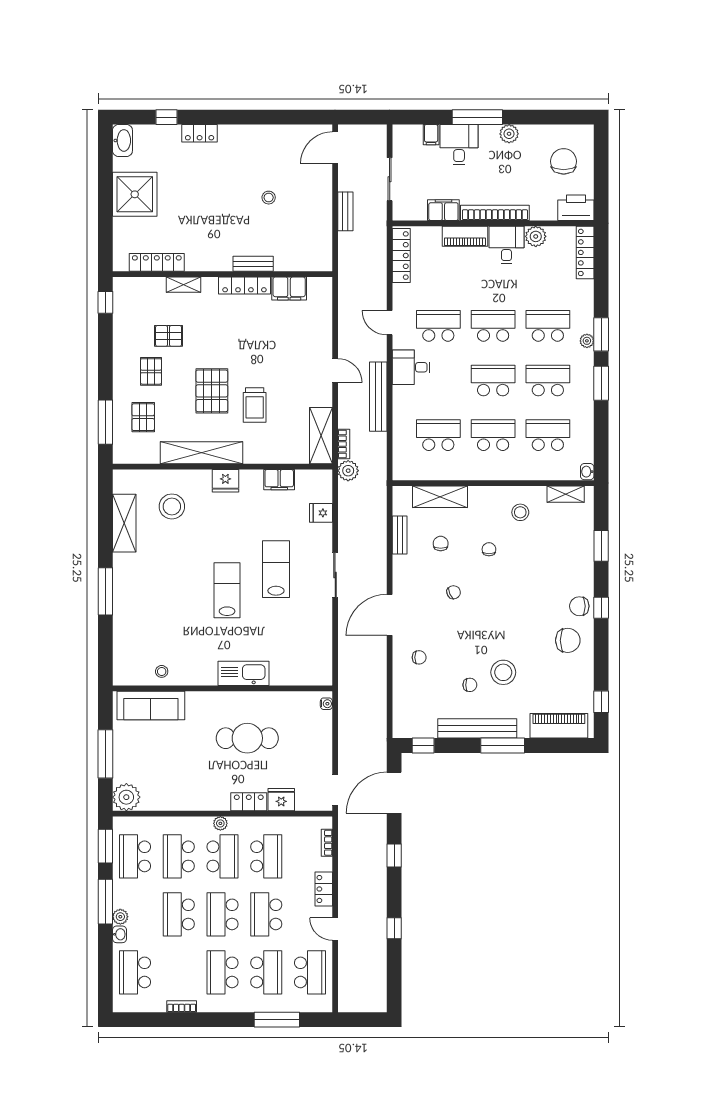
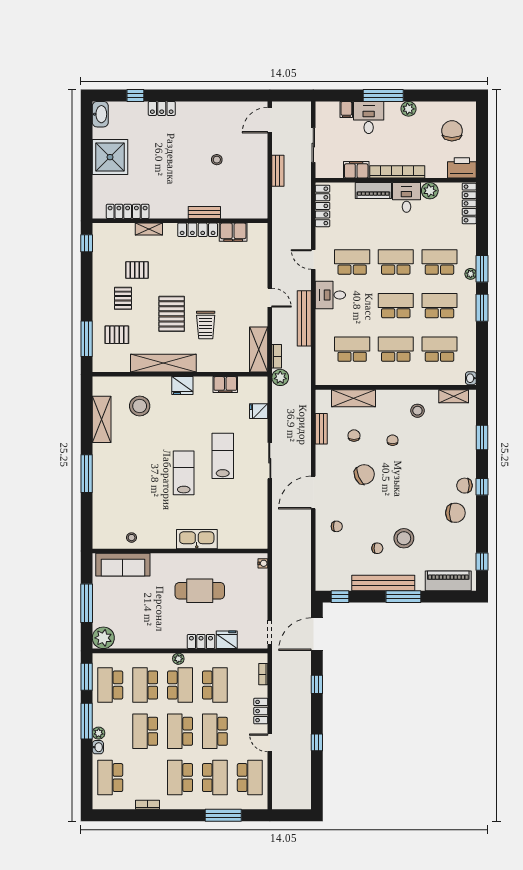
pallet: (143, 417) -> (117, 335), turned 90
chair: (454, 592) -> (364, 474), width x1.87, depth x1.87

